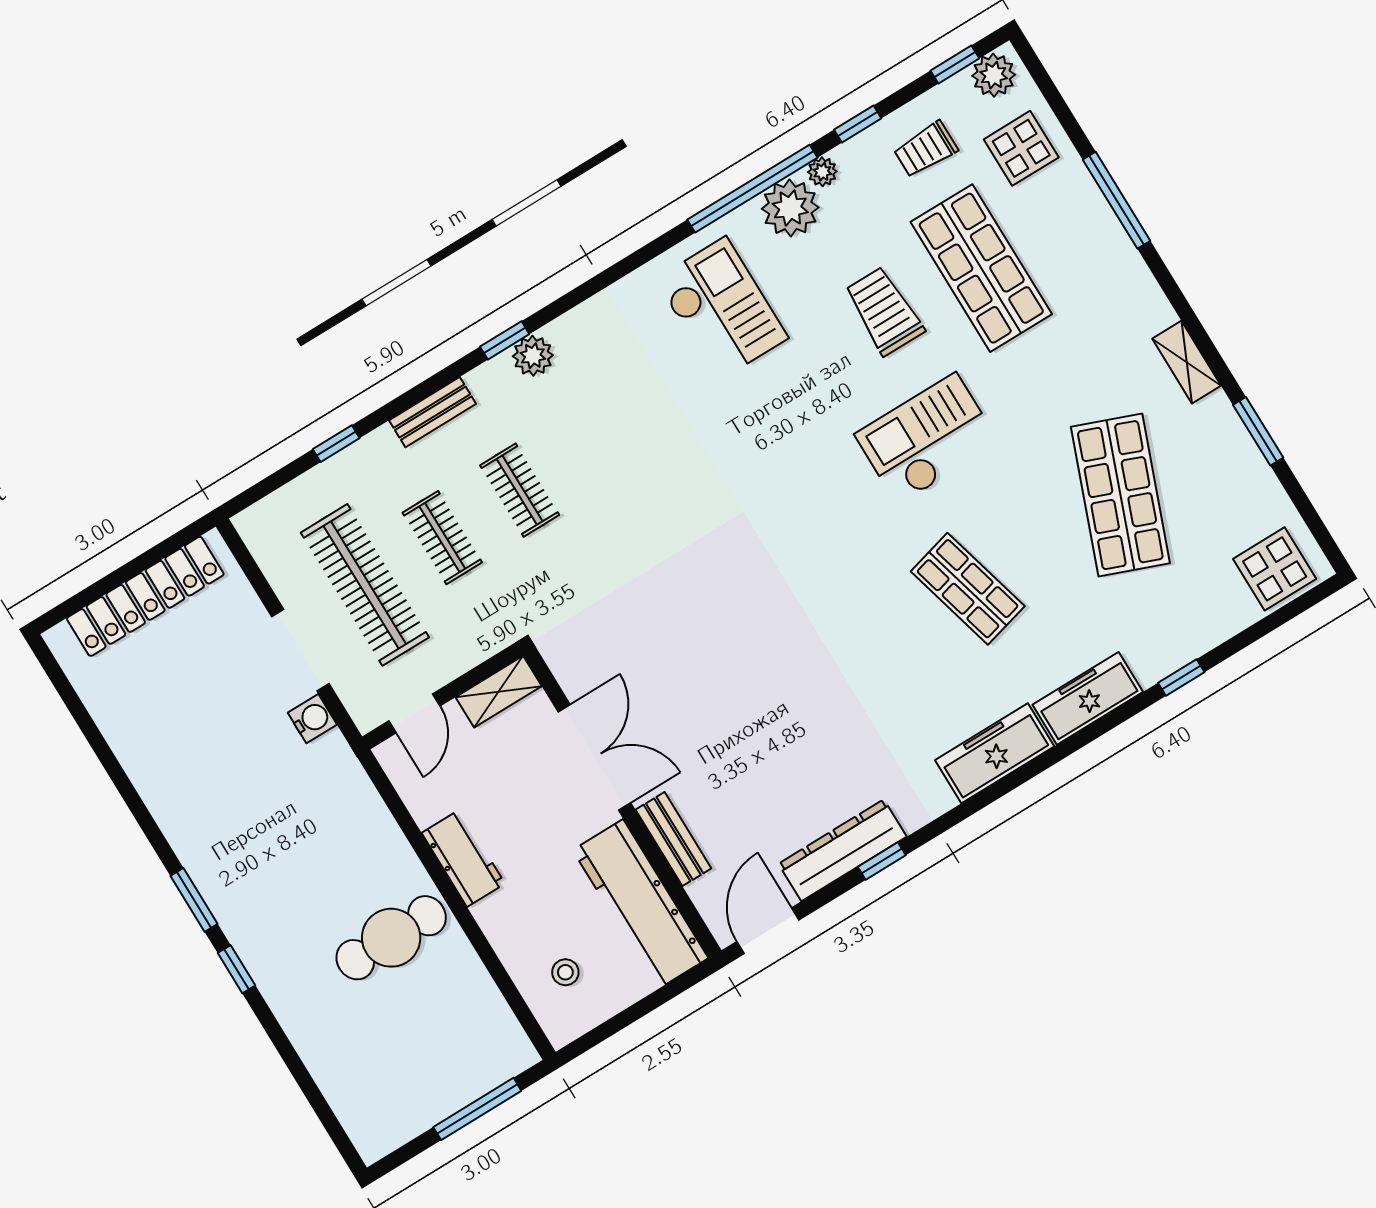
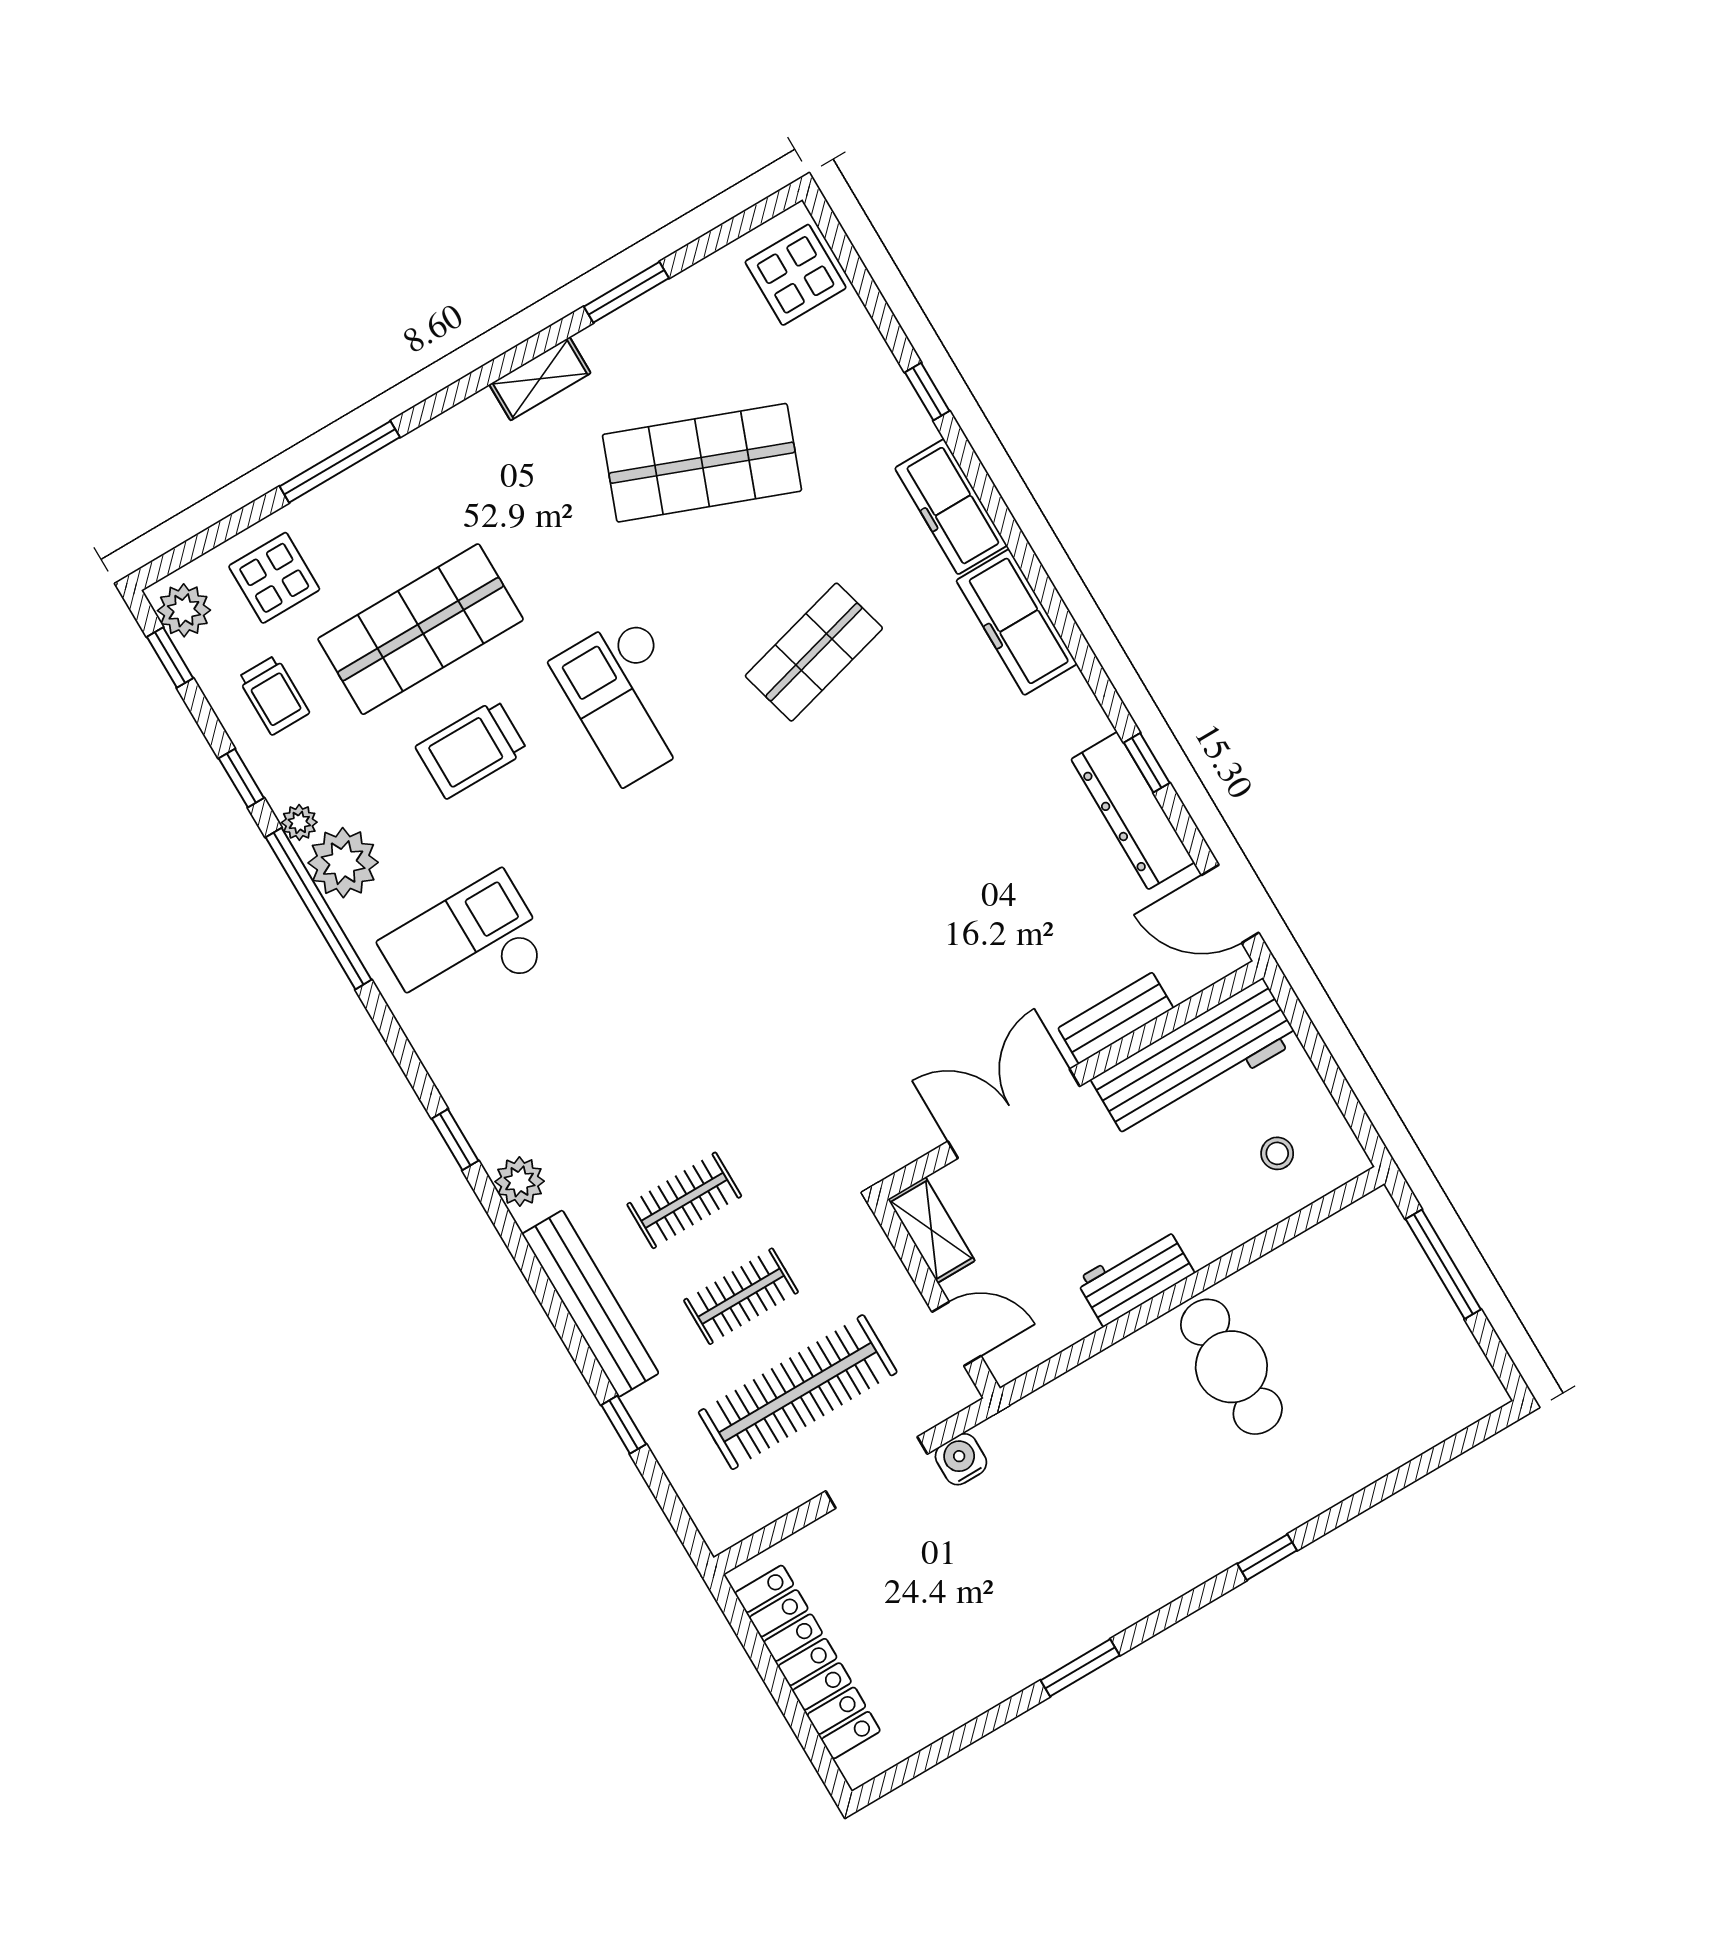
window: (505, 340) -> (455, 1140), moved
bench: (433, 412) -> (590, 1304), width x1.86, depth x1.21
window: (194, 900) -> (1080, 1668), moved

